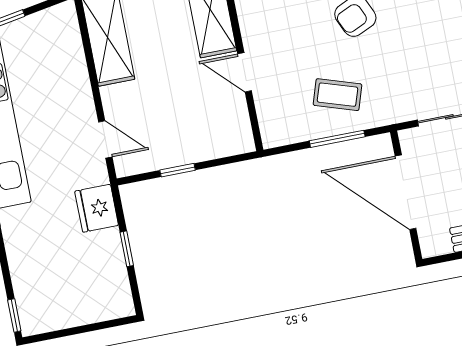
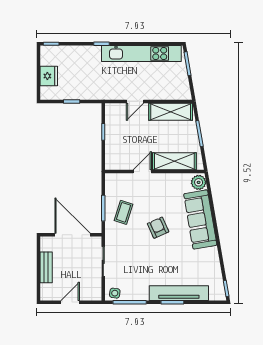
door: (105, 139) -> (135, 101), moved
door: (406, 192) -> (73, 235), hinge flipped
fridge: (97, 208) -> (49, 76), moved, turned 90

